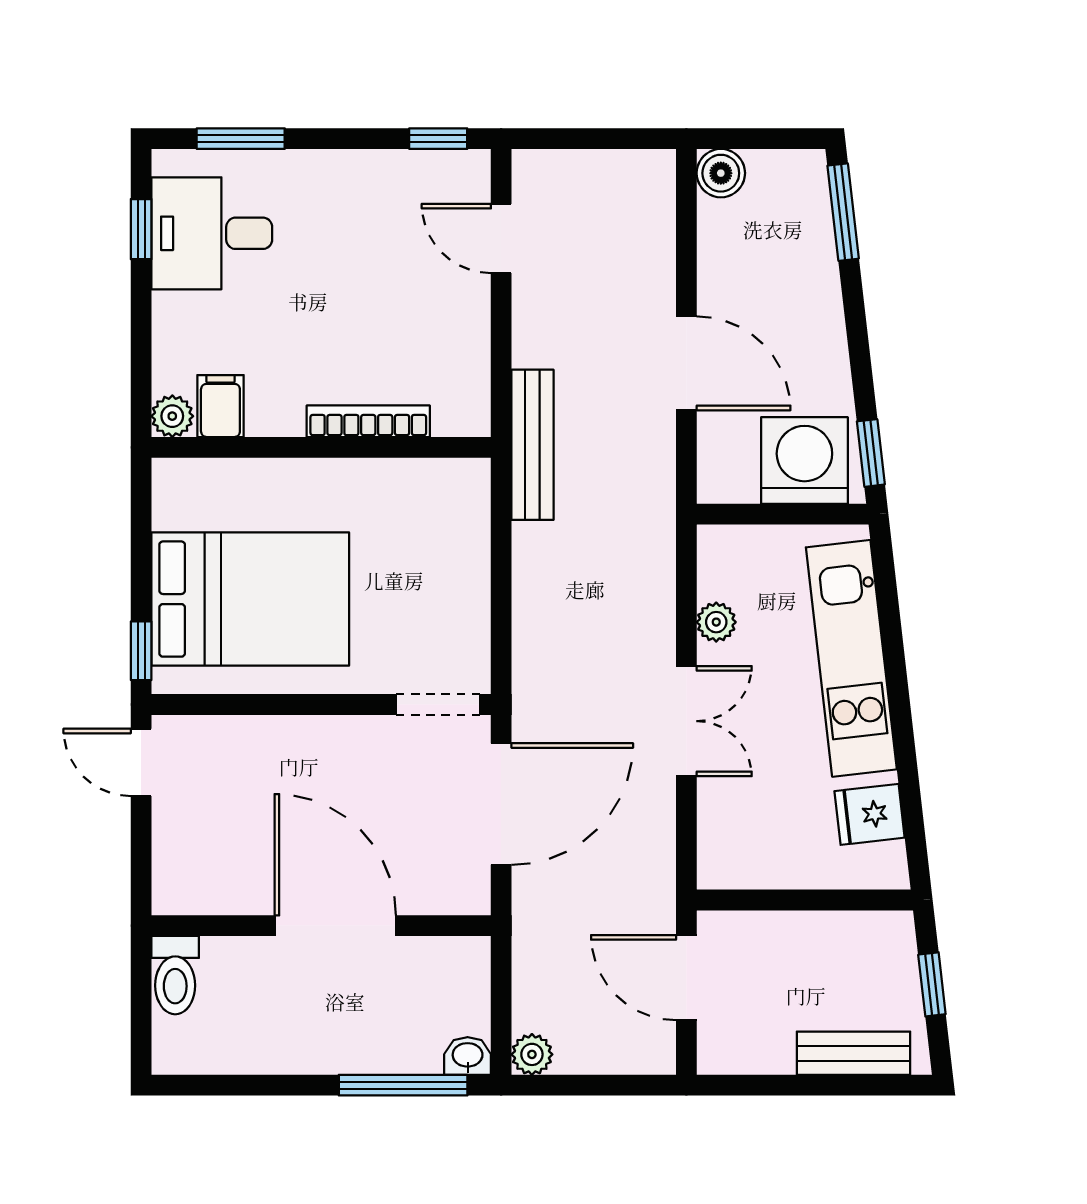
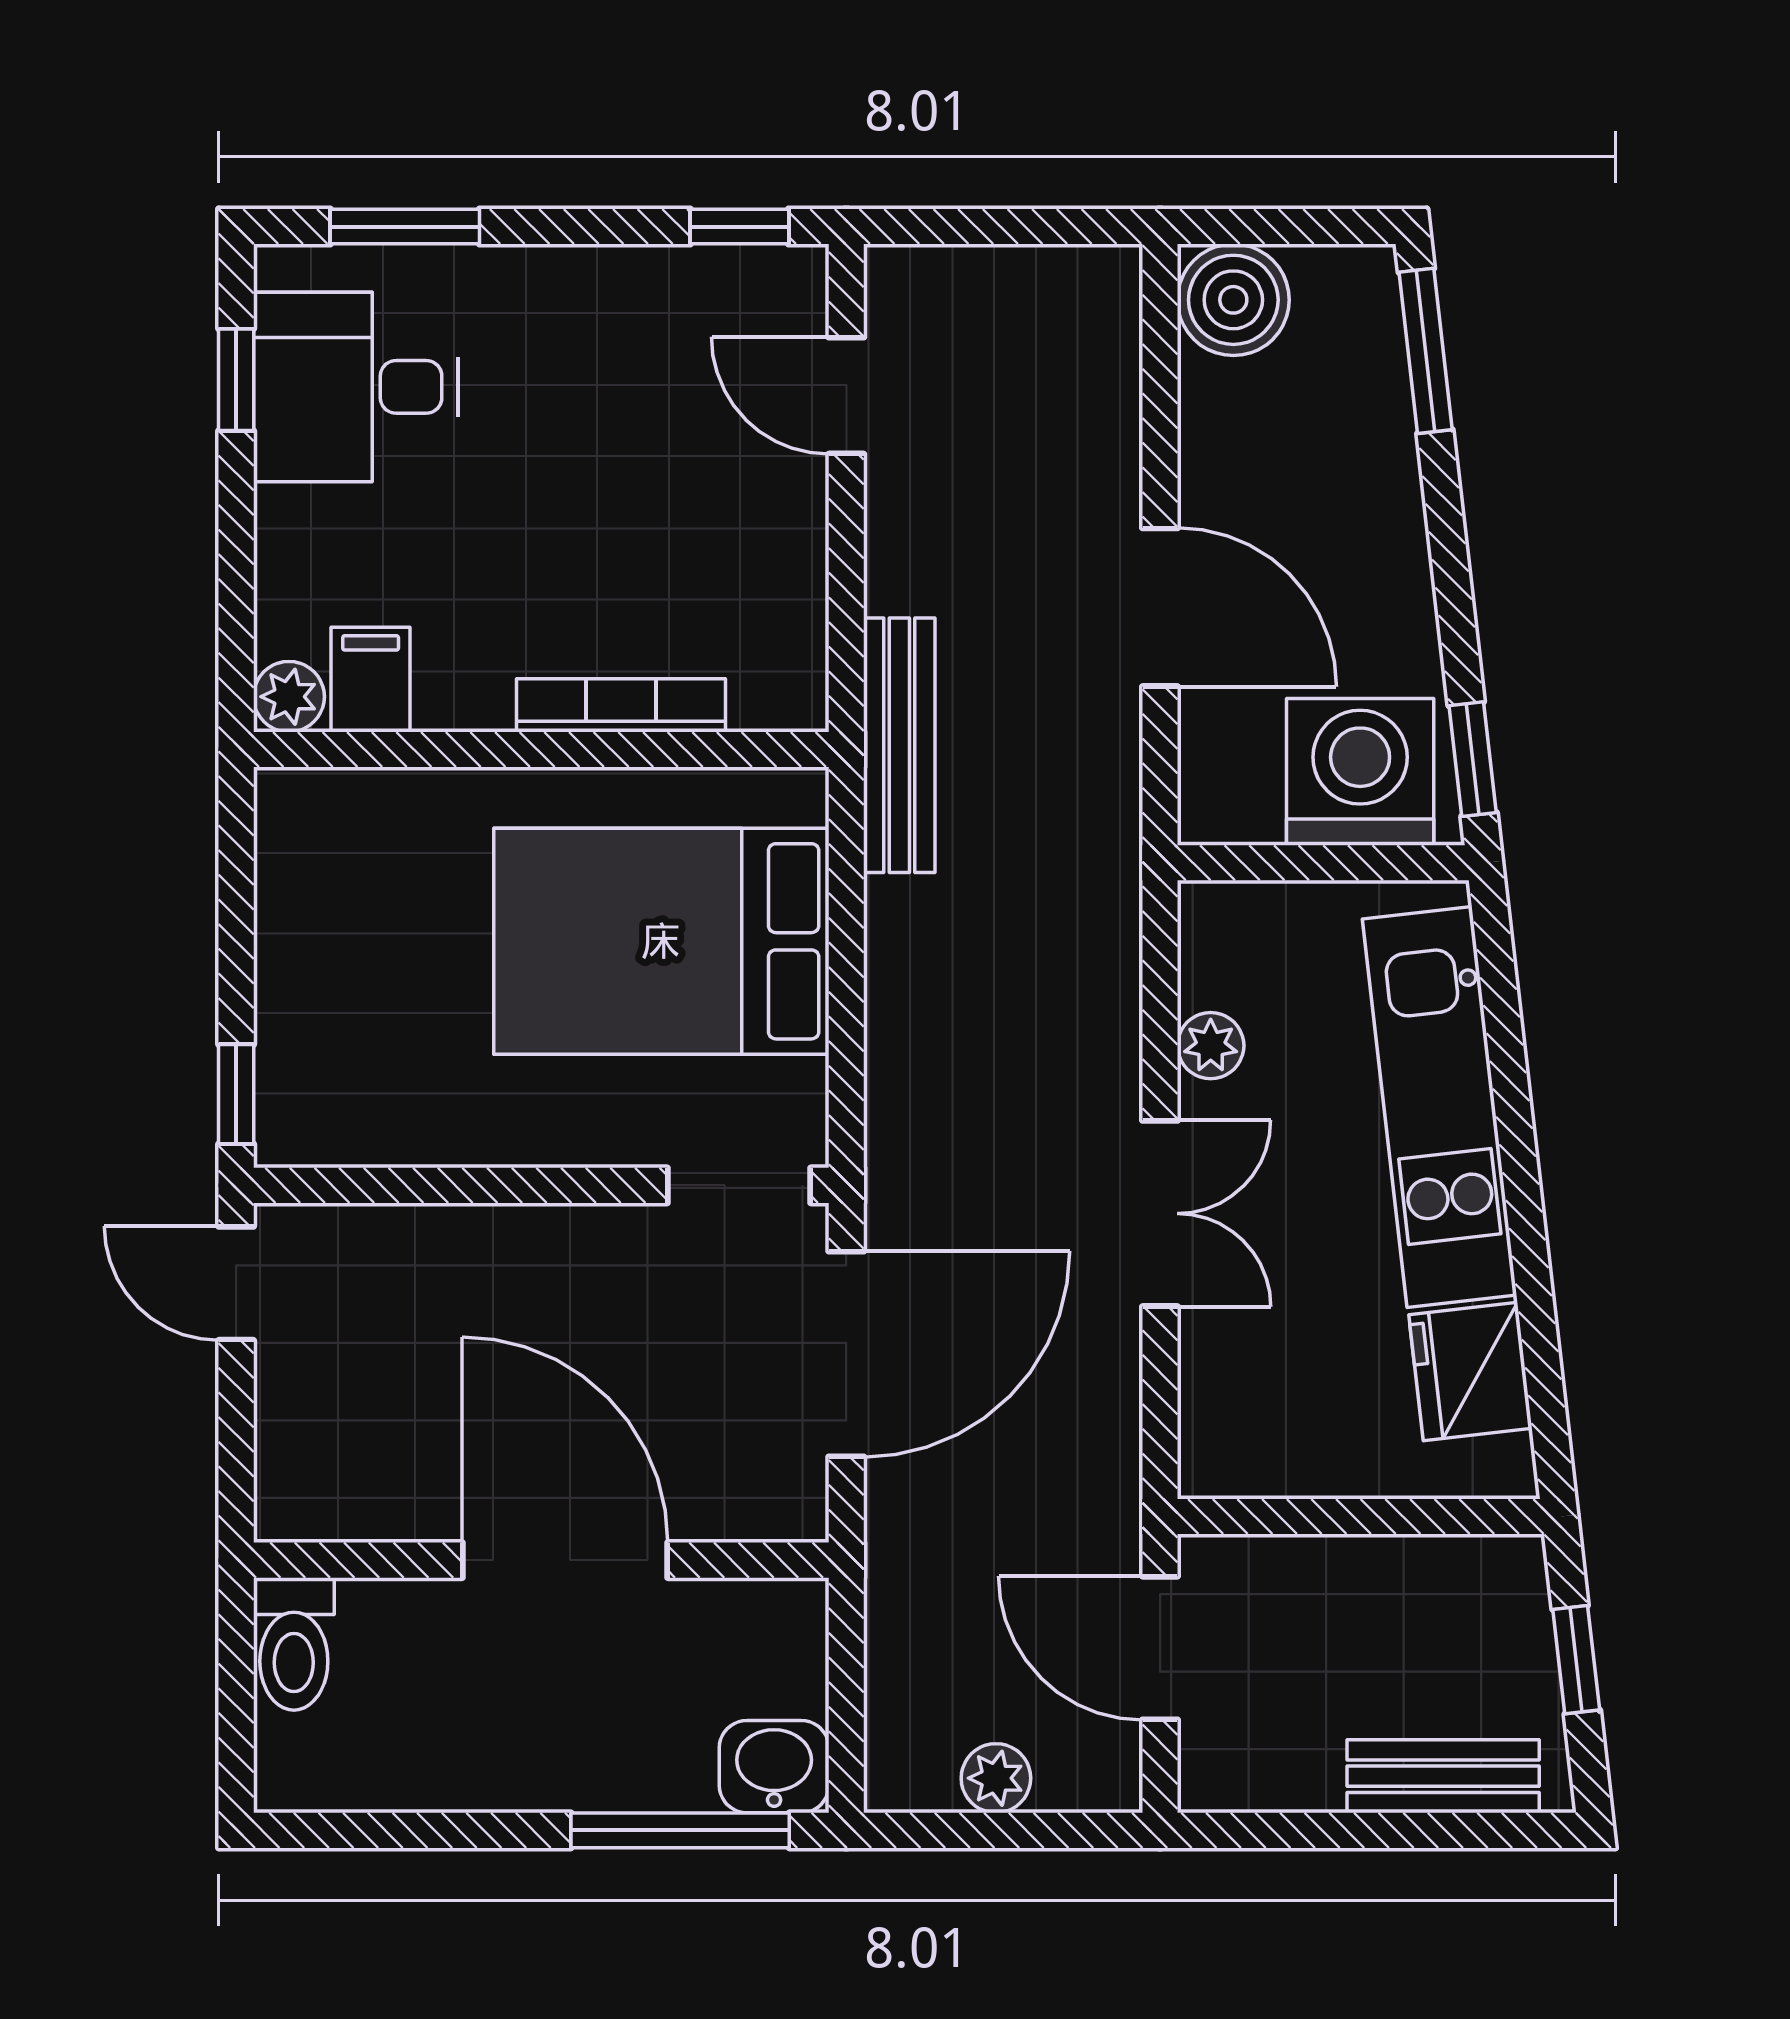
boiler: (721, 173) -> (1233, 300), width x1.36, depth x1.36
bed: (250, 599) -> (661, 941), moved, turned 180
fridge: (870, 814) -> (1470, 1371), width x1.38
plant: (532, 1054) -> (996, 1778), moved
washbasin: (468, 1056) -> (774, 1767), width x1.38, depth x1.45

